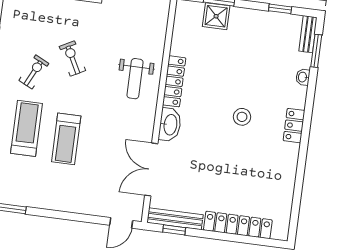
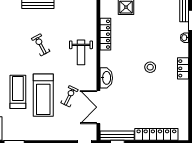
exercise bike: (34, 72) -> (69, 96), moved
locker: (174, 81) -> (105, 34), moved
treadmill: (66, 139) -> (43, 95), width x1.37, depth x1.38

